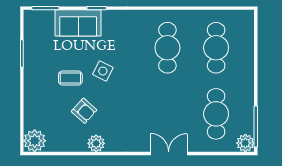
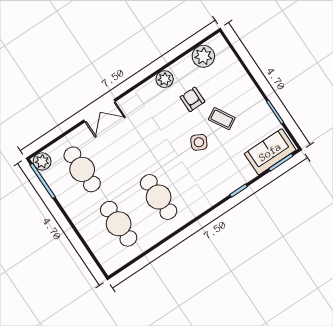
sofa: (78, 23) -> (270, 152), moved
coffee table: (70, 78) -> (222, 119), turned 60
armchair: (84, 111) -> (192, 99), turned 48
plant: (35, 141) -> (203, 56), moved

